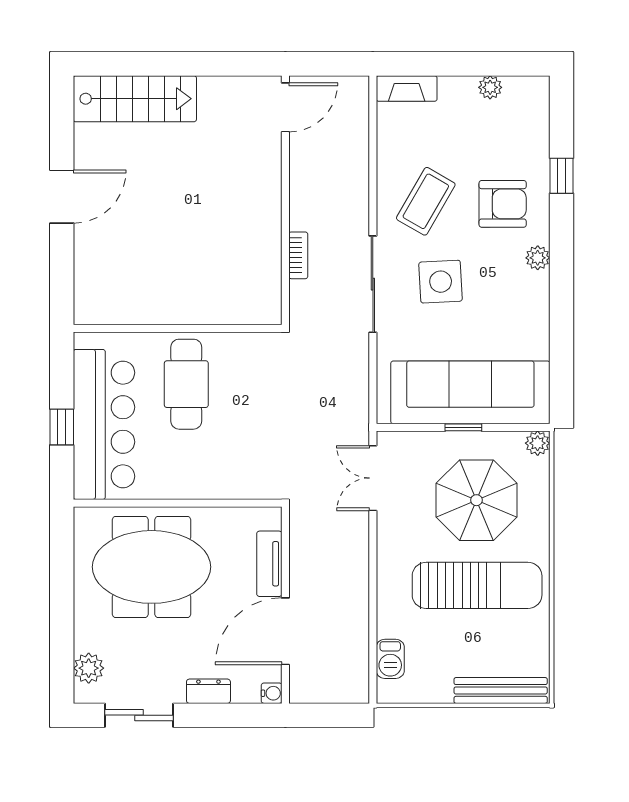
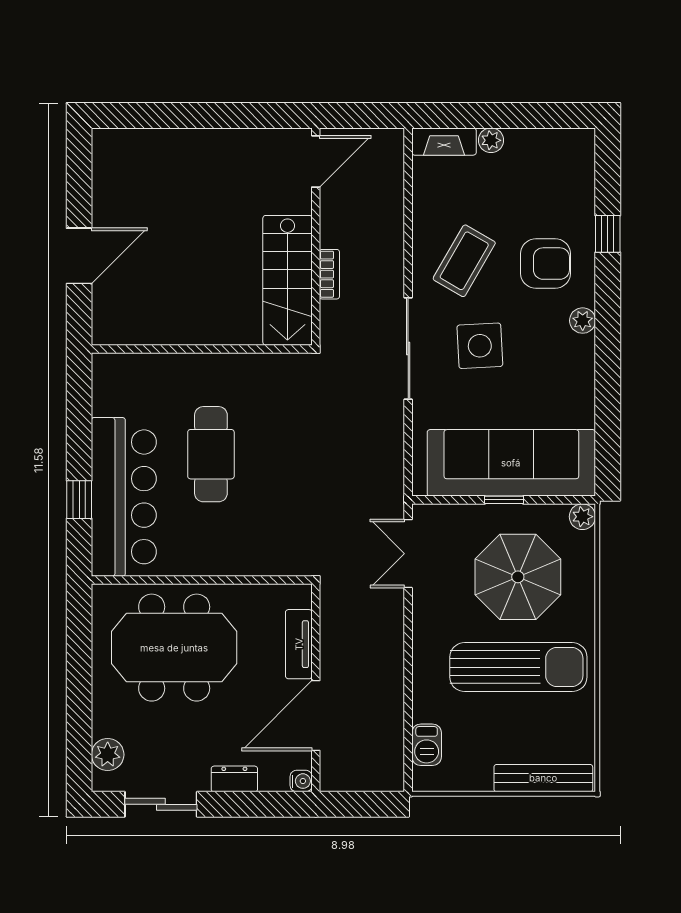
plant: (490, 87) -> (491, 140), moved
stairs: (135, 99) -> (287, 280), moved, turned 90
bookcase: (298, 255) -> (329, 274), moved
wall: (178, 328) -> (202, 349), moved

